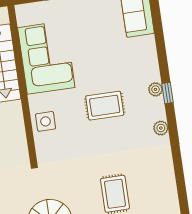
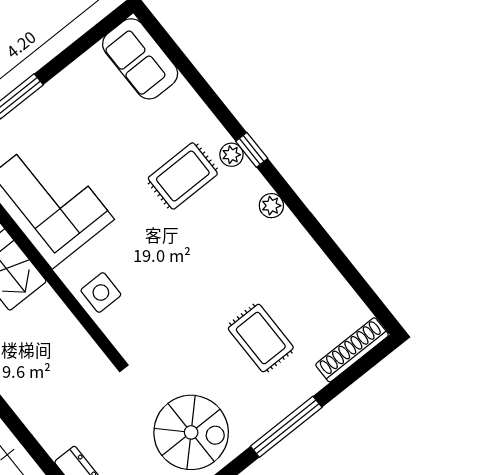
rug: (105, 106) -> (183, 176), moved

